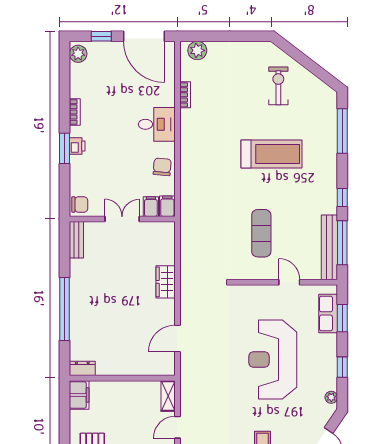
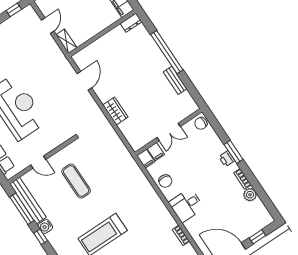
plant: (78, 54) -> (250, 195), moved
water cooler: (329, 206) -> (45, 226), added
bench: (76, 240) -> (175, 80), moved

